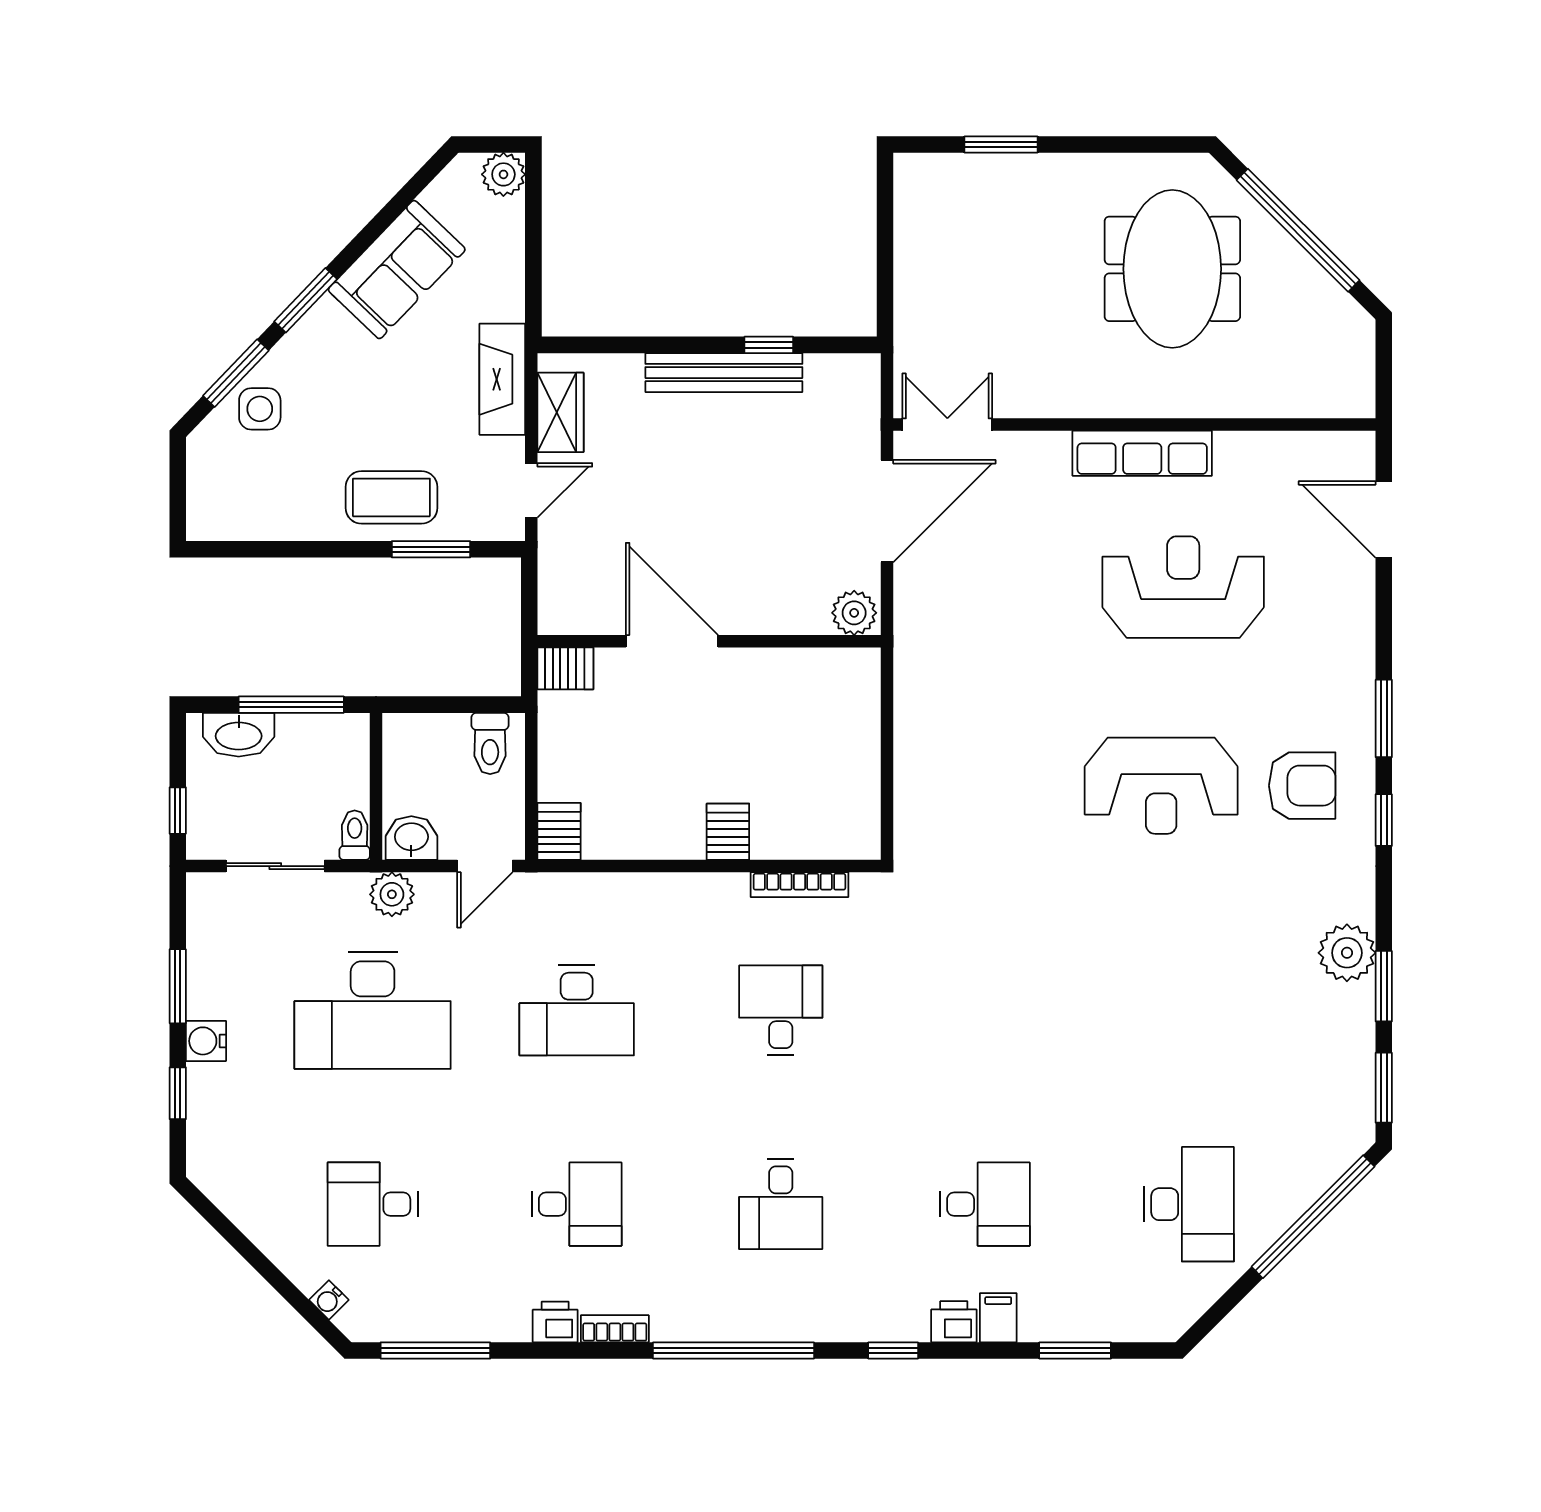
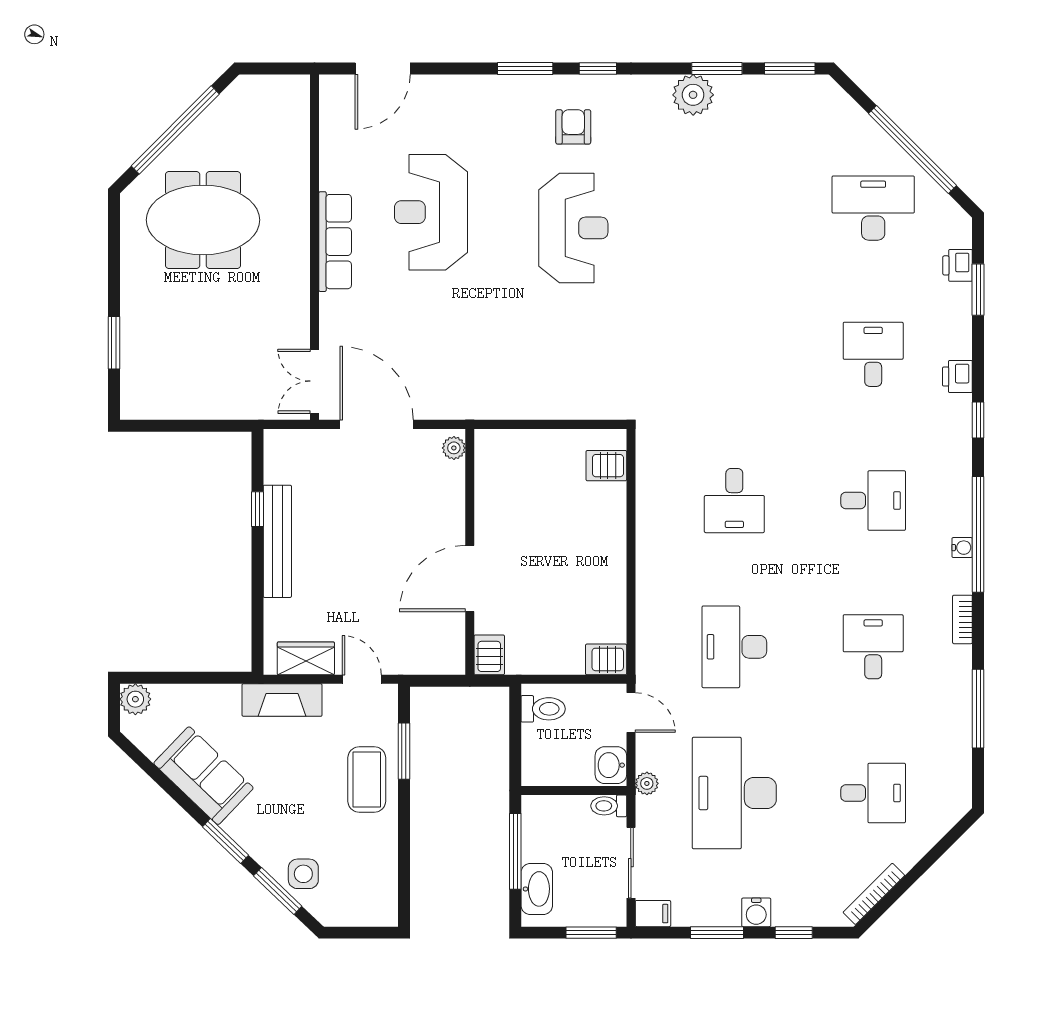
plant: (854, 613) -> (454, 448), width x0.73, depth x0.73
armchair: (1302, 786) -> (573, 127), width x0.72, depth x0.72
window: (178, 811) -> (591, 933), width x1.50
server rack: (728, 832) -> (606, 466), moved
bookcase: (799, 885) -> (874, 894), moved, turned -135
plant: (392, 894) -> (647, 783), width x0.73, depth x0.73
desk: (373, 1010) -> (734, 793), turned 180
desk: (577, 1010) -> (734, 647), turned 180
desk: (781, 1010) -> (734, 501), turned -90
desk: (373, 1204) -> (873, 793), turned -90
window: (1313, 1217) -> (912, 150), moved
water cooler: (329, 1300) -> (962, 548), moved, turned -45
filing cabinet: (998, 1318) -> (653, 914), moved, turned 180
printer: (555, 1322) -> (958, 265), moved
window: (435, 1351) -> (978, 709), moved

